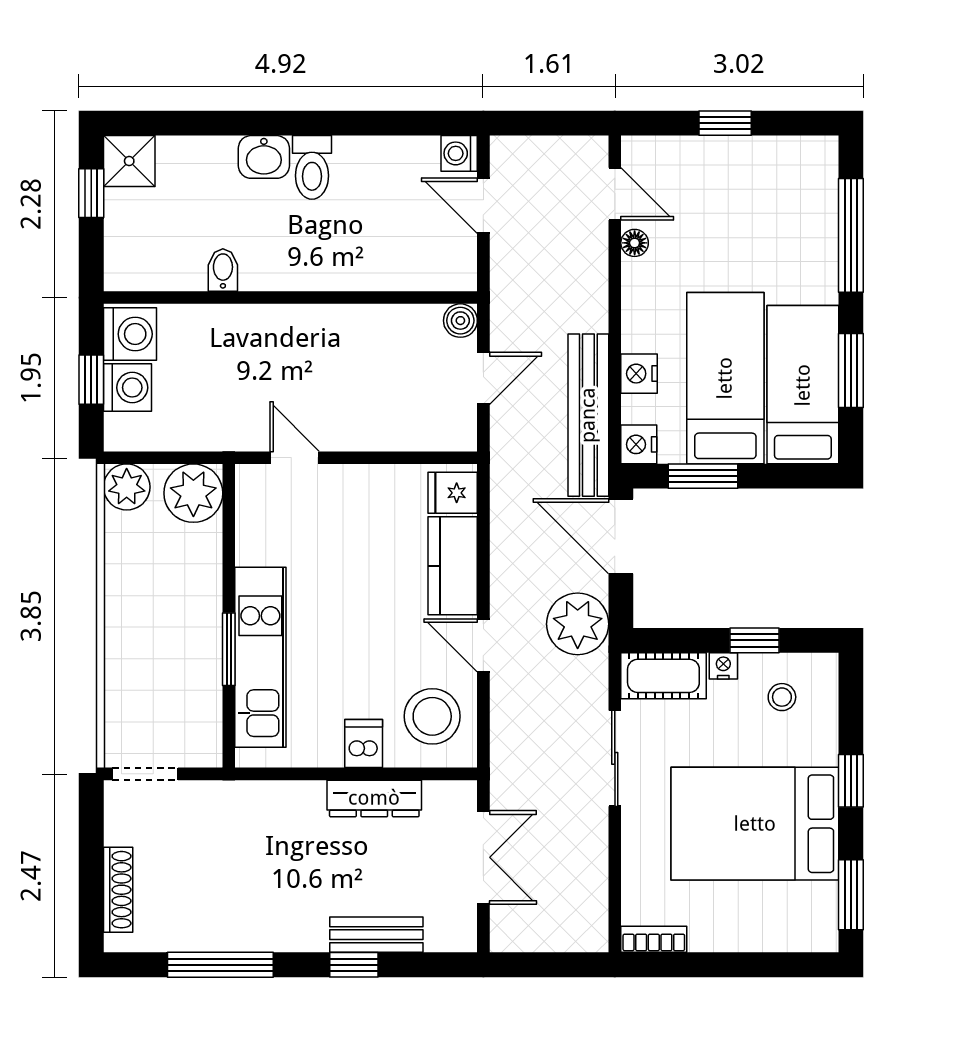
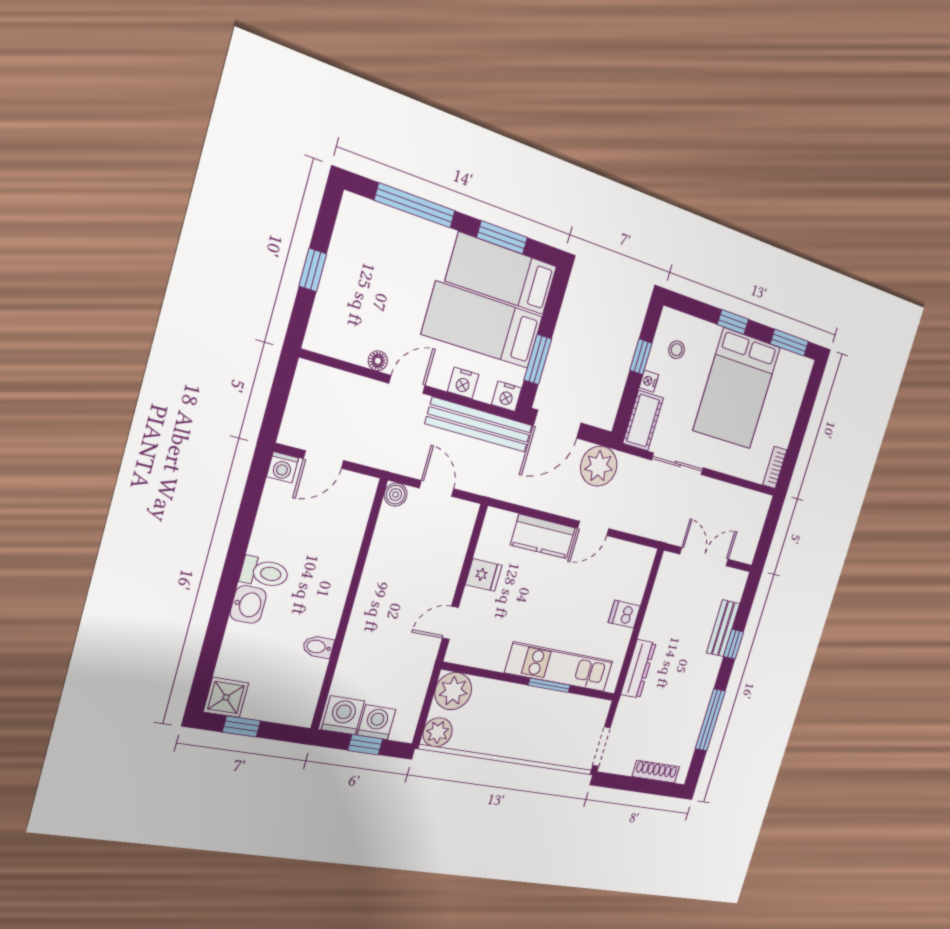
door: (615, 194) -> (407, 384), moved
fridge: (453, 493) -> (484, 575), moved, turned -90
stool: (432, 716) -> (622, 569), removed
dresser: (374, 798) -> (638, 669), moved

